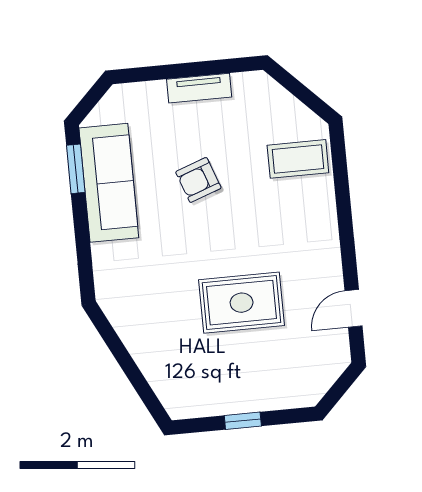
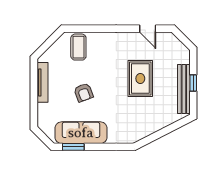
tv unit: (199, 88) -> (42, 82), width x1.41
bench: (228, 401) -> (184, 89), added

